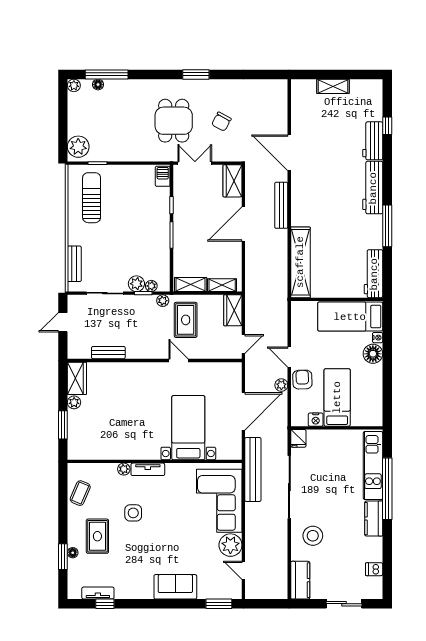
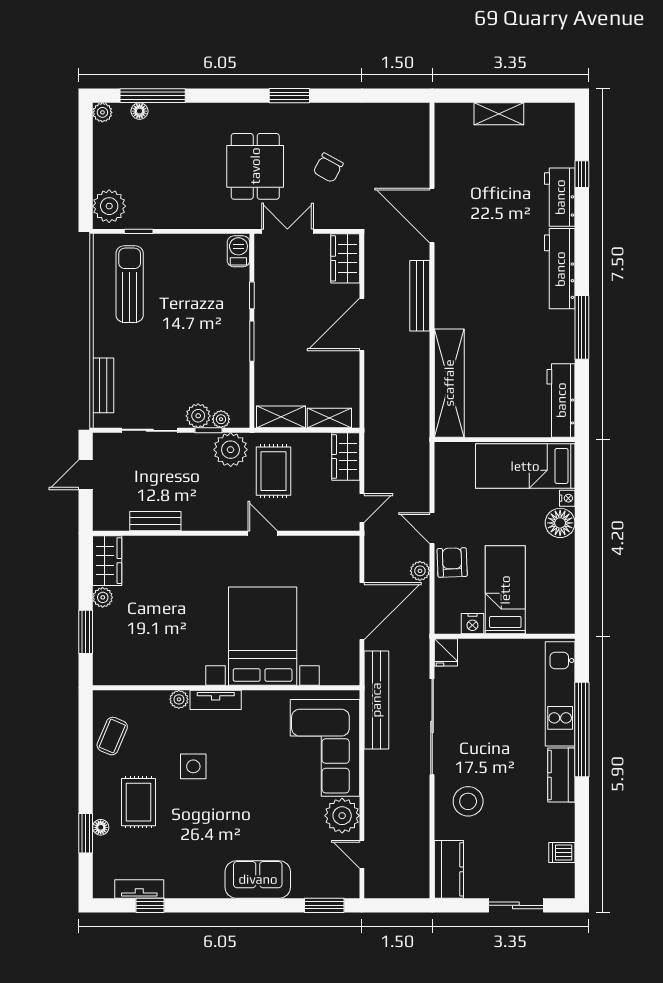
plant: (163, 301) -> (231, 450), width x1.87, depth x1.87
bed with nightstands: (188, 428) -> (263, 636), width x1.36

